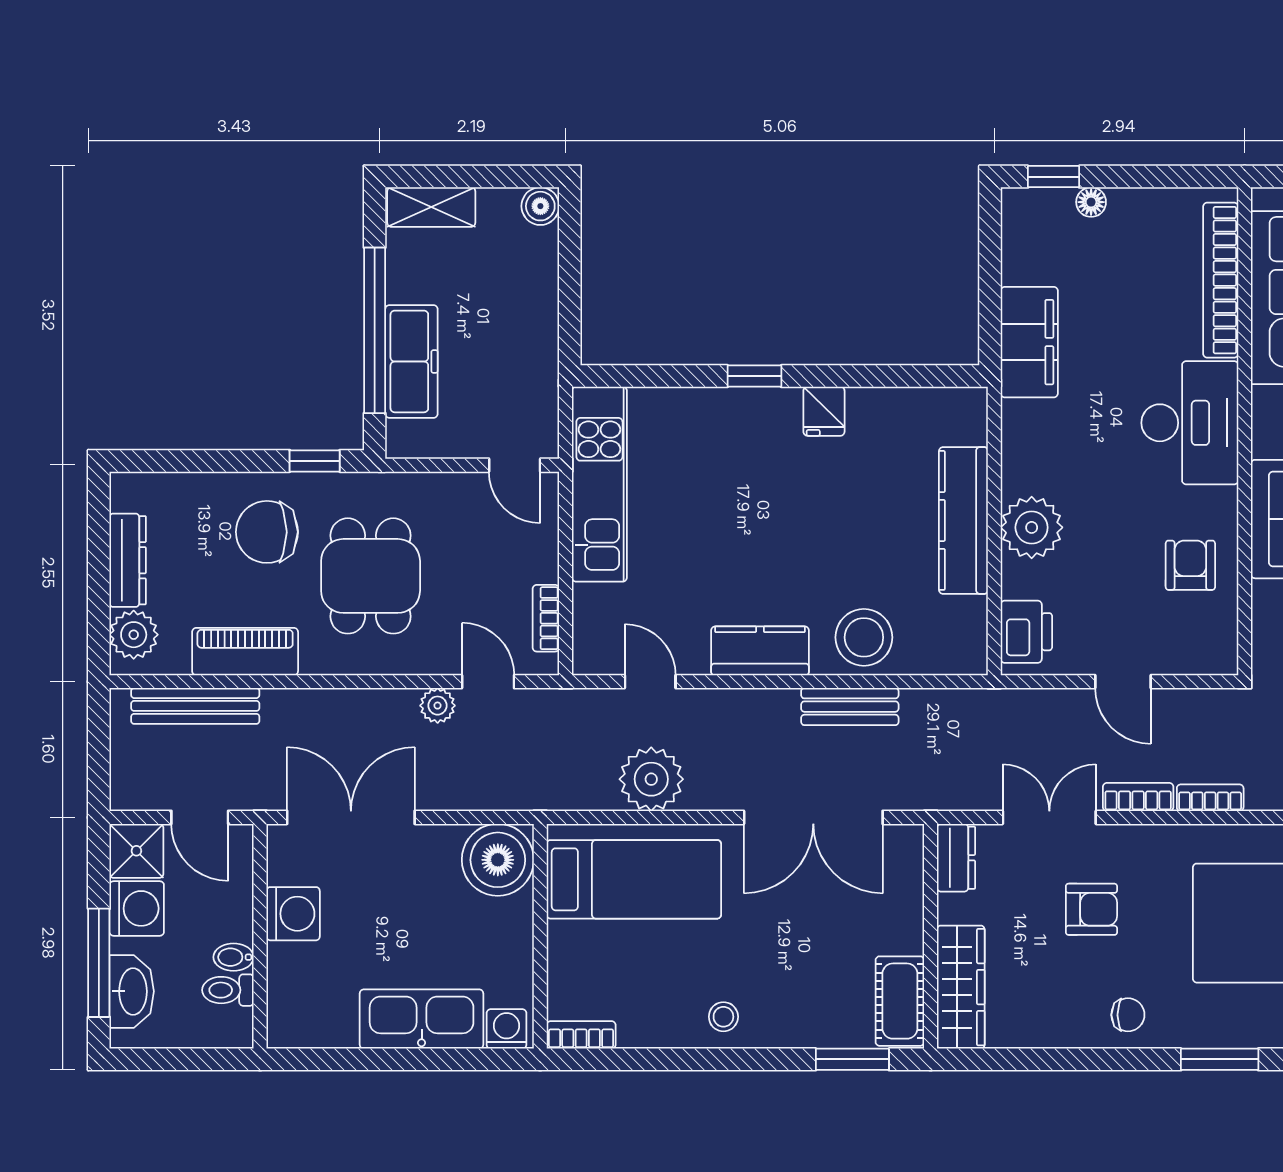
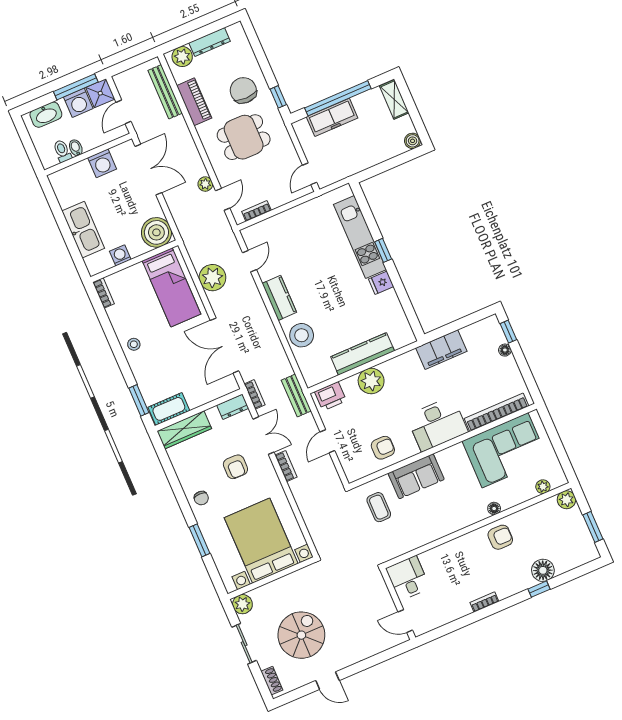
kitchen unit: (599, 484) -> (360, 237), moved, turned 90
bench: (850, 707) -> (296, 396), moved
bookcase: (1210, 798) -> (255, 394), moved
window: (99, 963) -> (76, 87), moved
washing machine: (506, 1029) -> (120, 255), moved, turned -90

